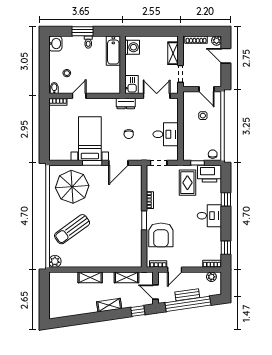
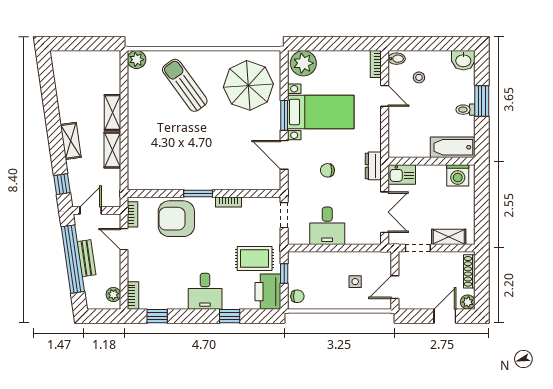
plant: (57, 150) -> (303, 63), added
shelving: (127, 277) -> (112, 150), moved

